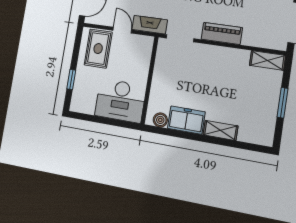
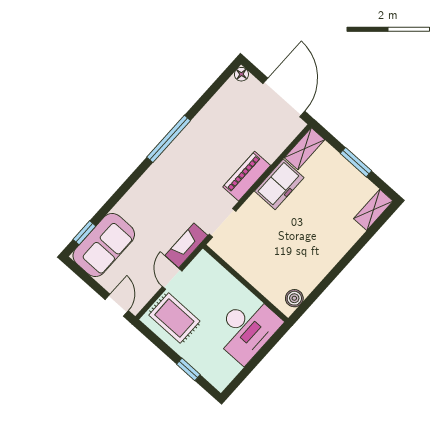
door: (122, 30) -> (172, 279), hinge flipped
freezer: (186, 120) -> (279, 184), moved, turned 180
shelving: (220, 130) -> (373, 210), moved

